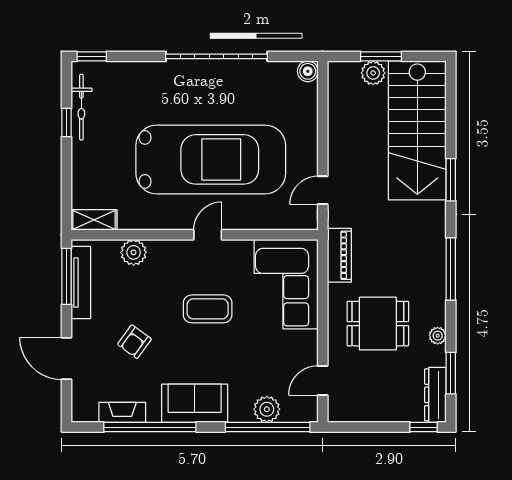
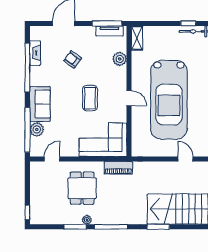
door: (323, 190) -> (185, 159), moved
tv unit: (81, 282) -> (109, 31), width x0.71
plant: (438, 336) -> (87, 220), moved
window: (451, 373) -> (75, 227), moved
door: (323, 380) -> (52, 159), hinge flipped
dresser: (435, 395) -> (44, 219), removed
sofa: (195, 403) -> (40, 104), moved

